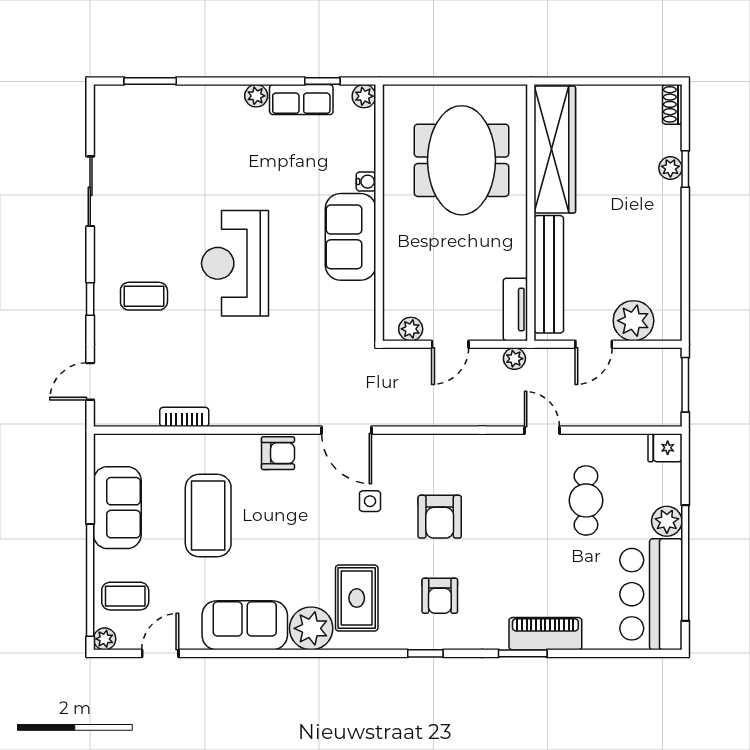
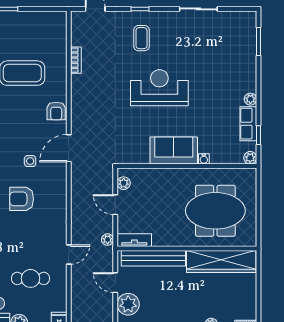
sofa: (117, 508) -> (27, 24), removed

